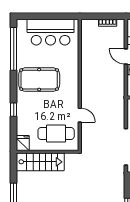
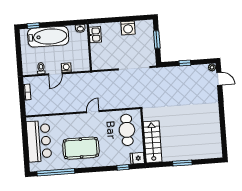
pool table: (39, 80) -> (81, 148), turned 90
window: (14, 110) -> (123, 167), moved
door: (80, 115) -> (93, 112), moved

